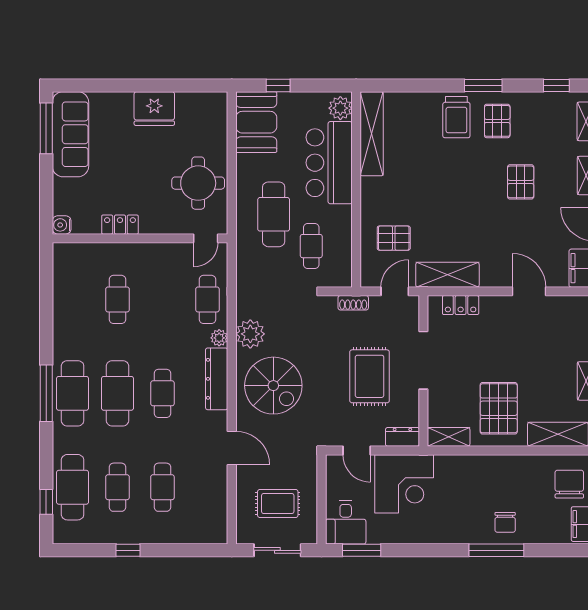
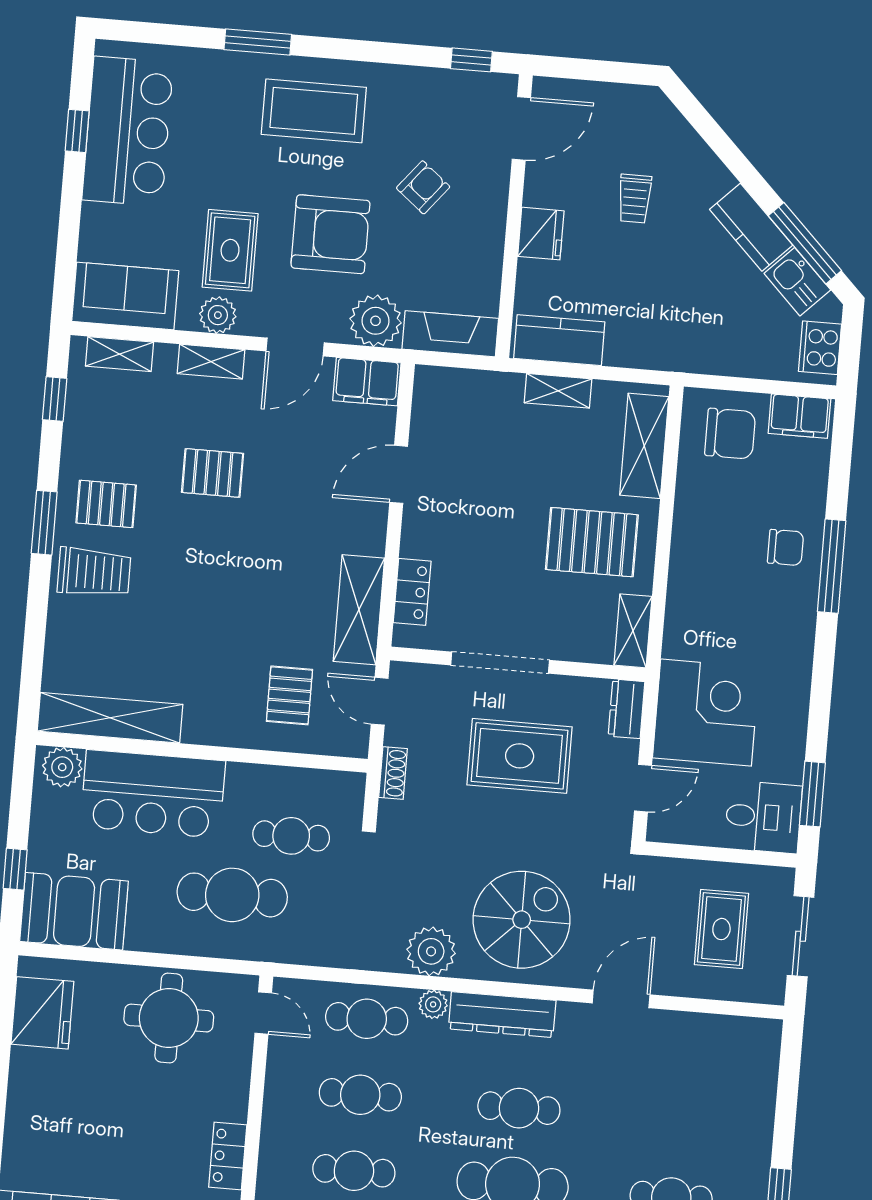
fridge: (154, 109) -> (42, 1013), moved
chair: (569, 484) -> (730, 434), turned 180
cafe table: (162, 487) -> (360, 1095), moved

